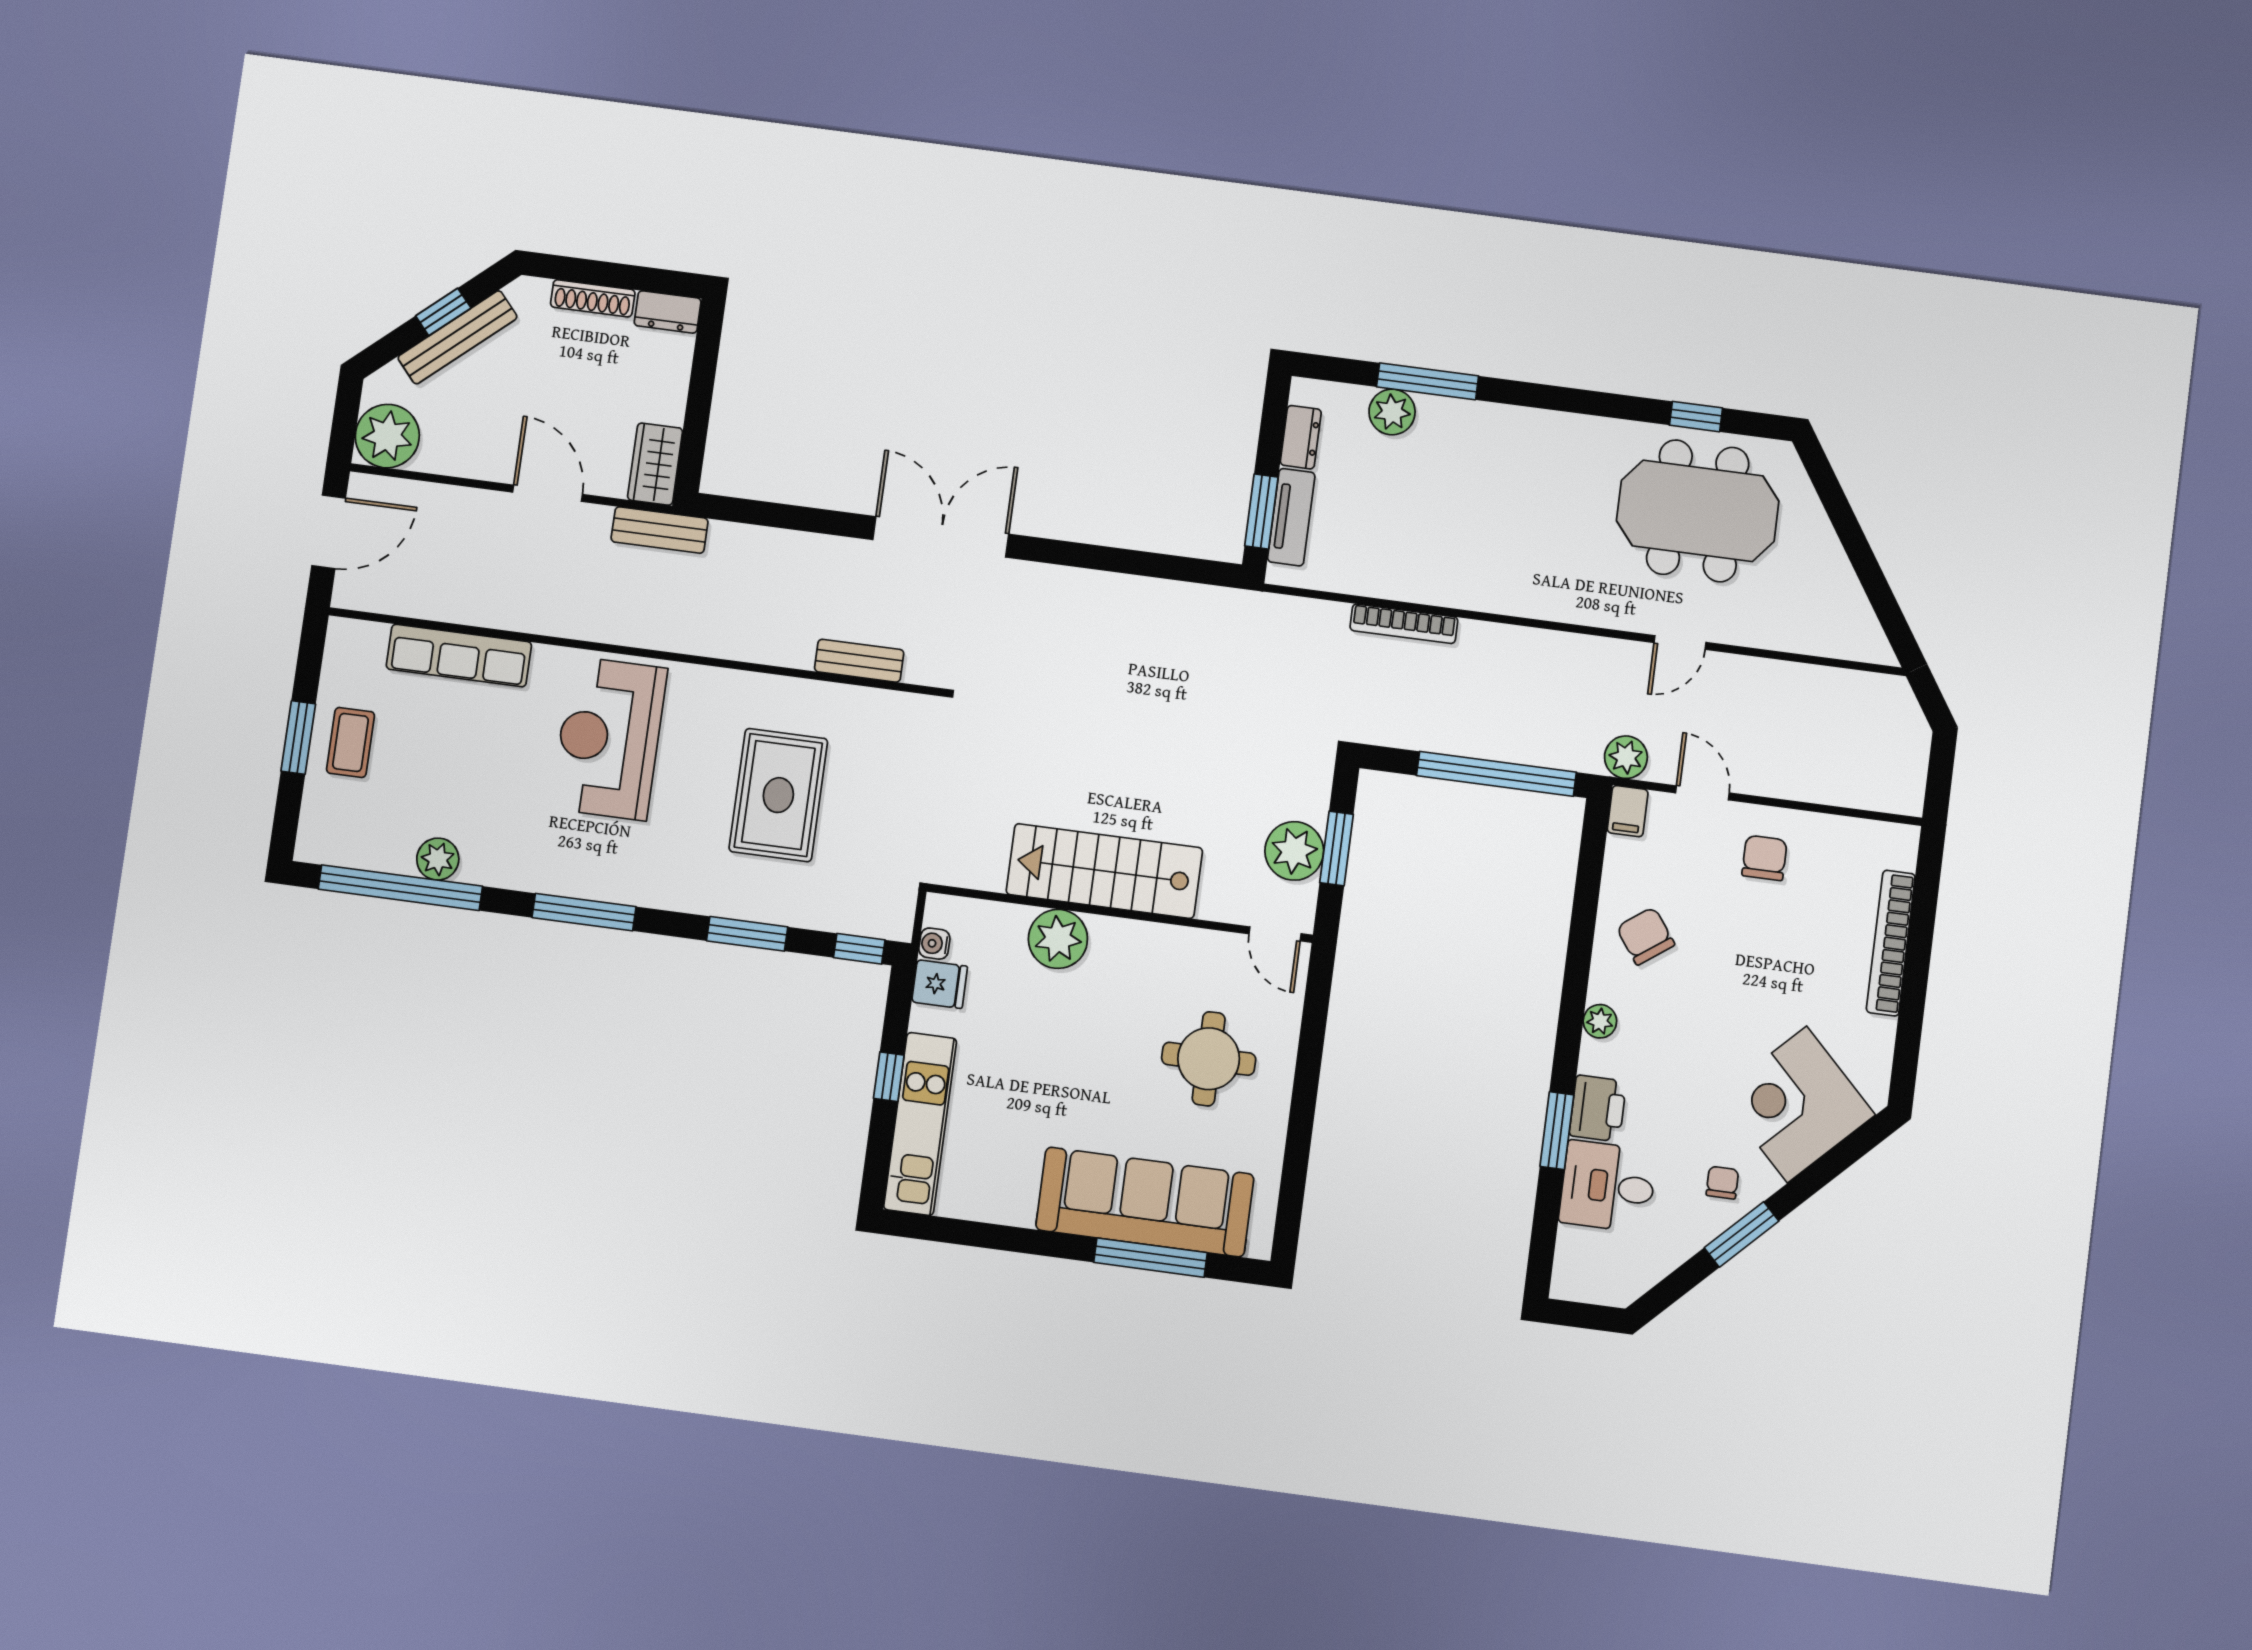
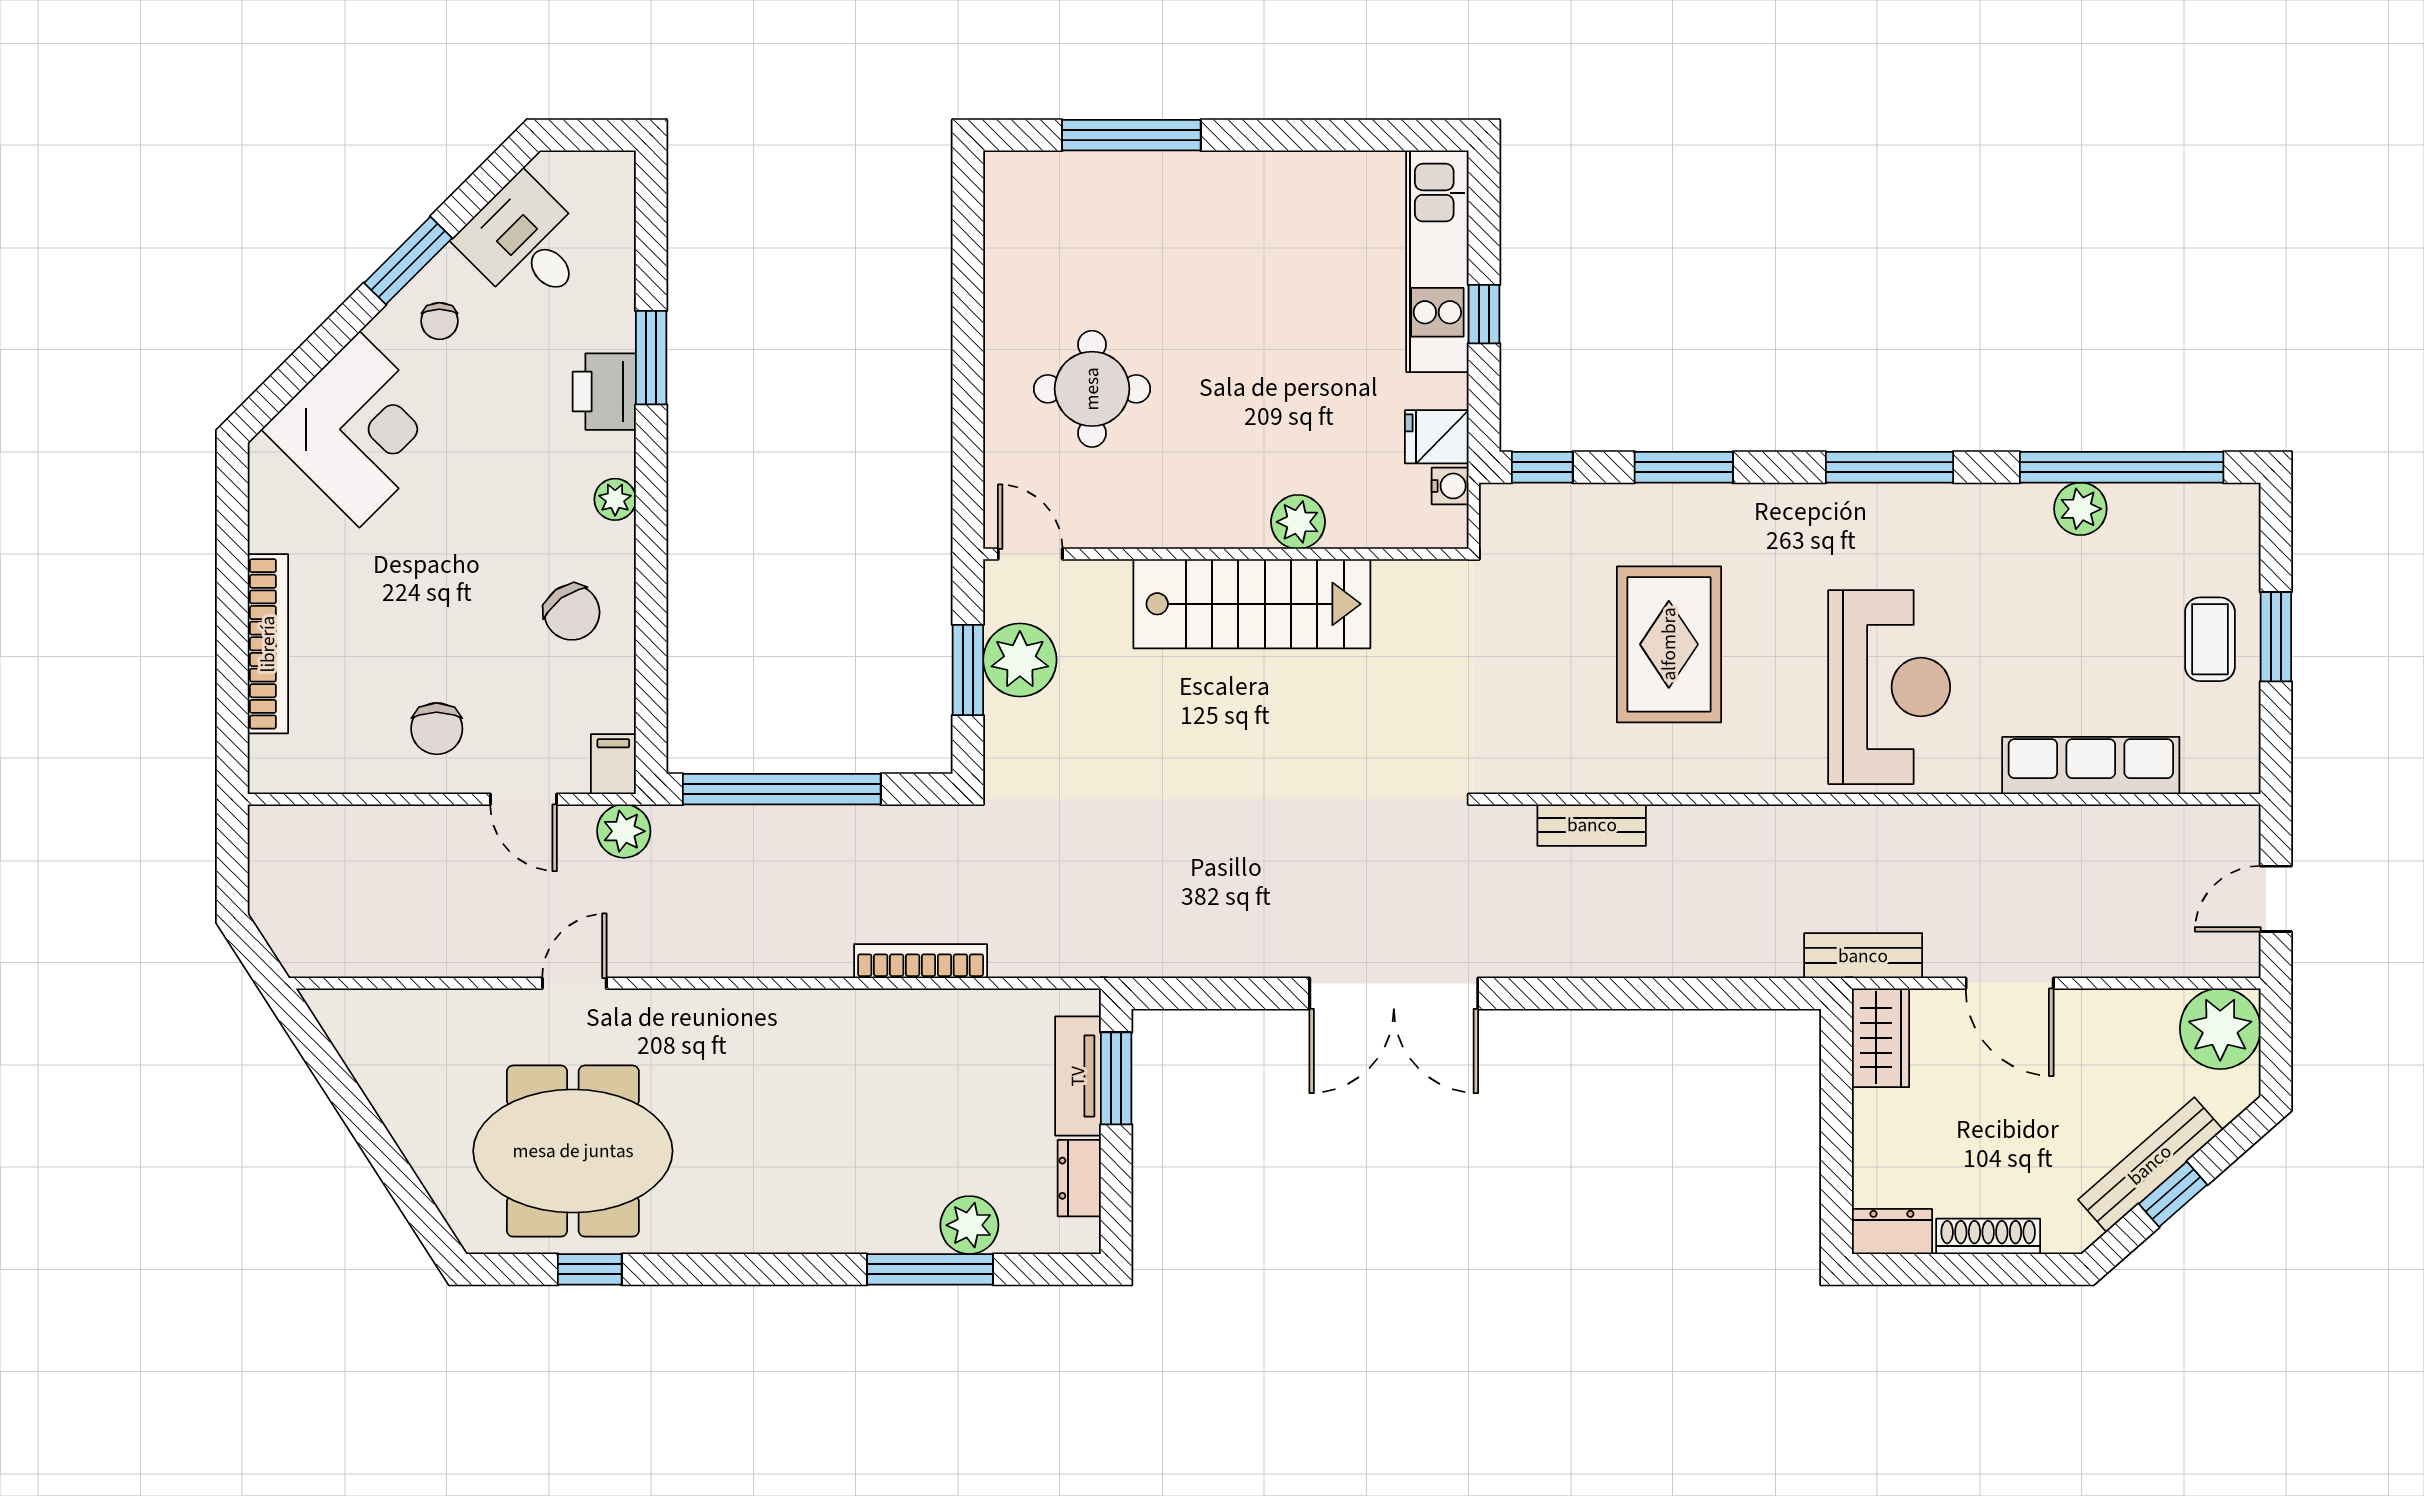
door: (329, 532) -> (2276, 899), width x0.73
double door: (941, 537) -> (1394, 993), moved
plant: (1058, 939) -> (1298, 522), width x0.73, depth x0.73
desk: (1608, 1186) -> (526, 244), moved, turned -135
sofa: (1145, 1202) -> (1147, 202), removed

